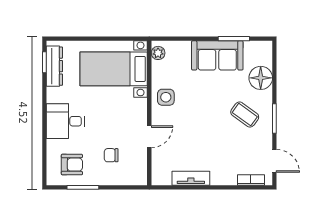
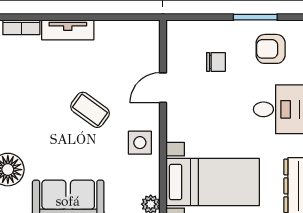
coffee table: (245, 115) -> (90, 110), moved
tv unit: (191, 178) -> (68, 30), moved

